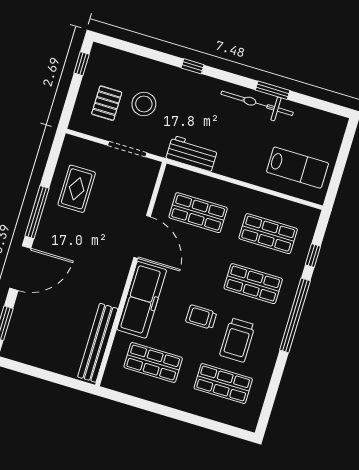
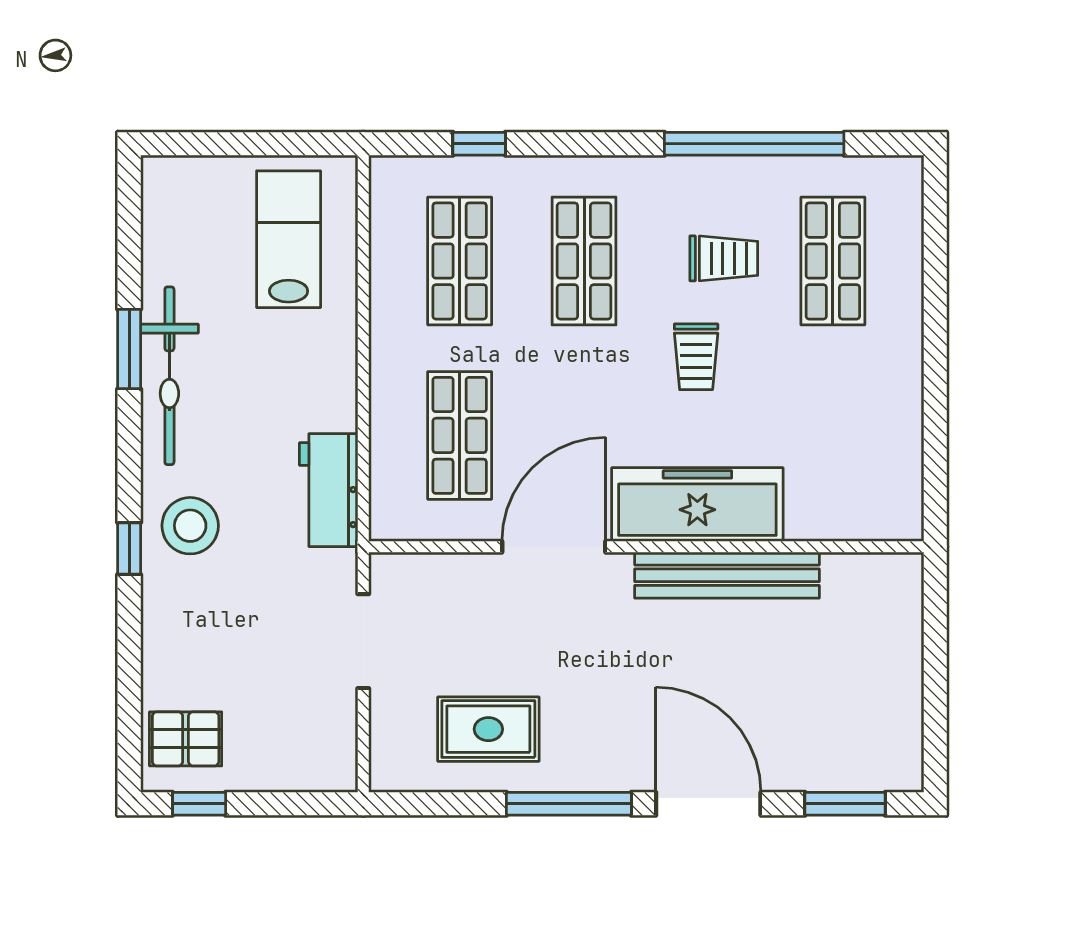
pallet: (107, 103) -> (186, 739), moved
stool: (144, 104) -> (190, 526), moved
window: (295, 315) -> (754, 144), moved
trolley: (237, 340) -> (724, 258), width x0.73, depth x0.72
bench: (98, 343) -> (727, 575), moved
shop shelf: (153, 363) -> (833, 435), removed

